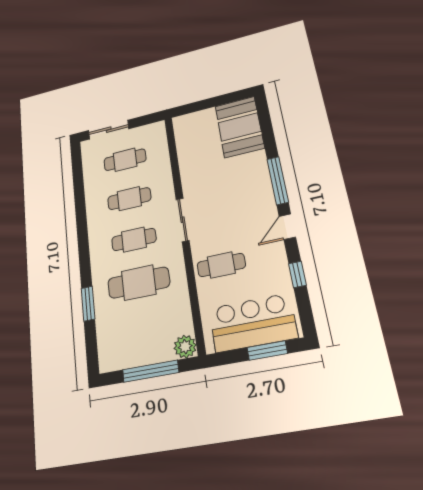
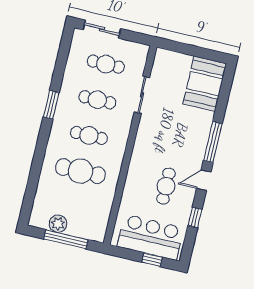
sliding door: (183, 220) -> (142, 95), moved
cafe table: (221, 265) -> (166, 186), moved, turned 90
window: (88, 304) -> (51, 105), moved
plant: (185, 347) -> (58, 224), moved
window: (267, 351) -> (152, 260), width x0.67

